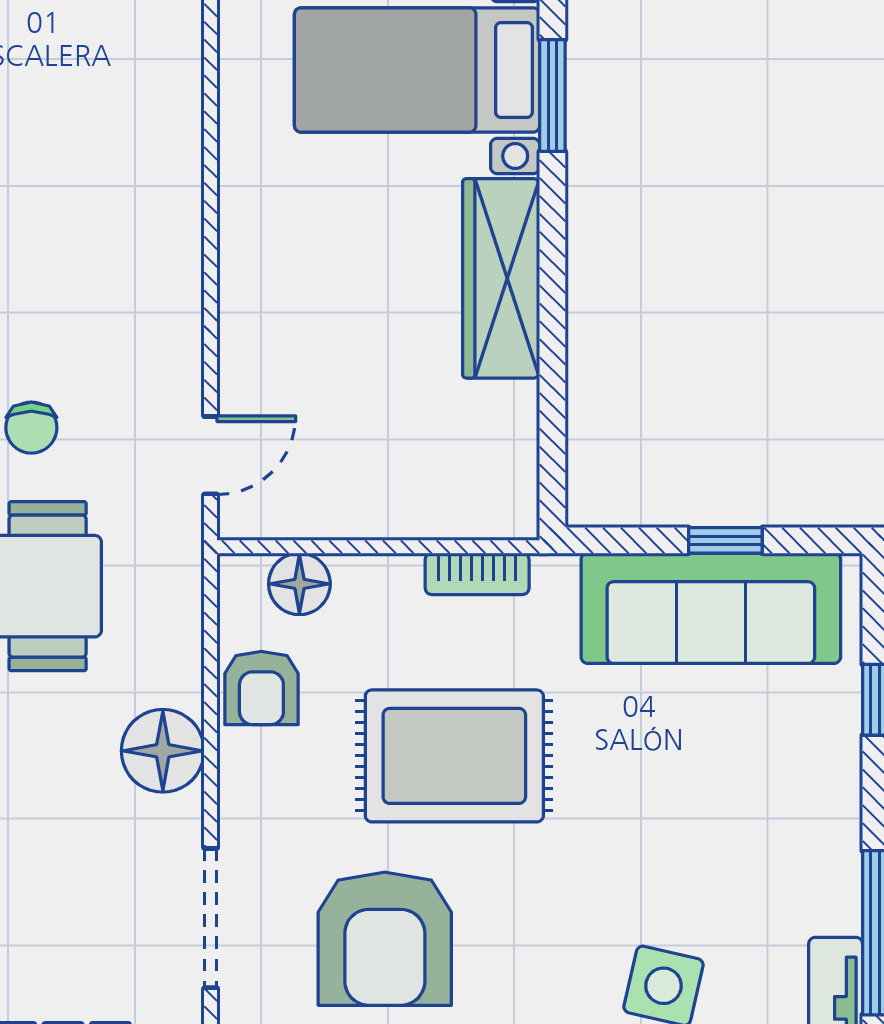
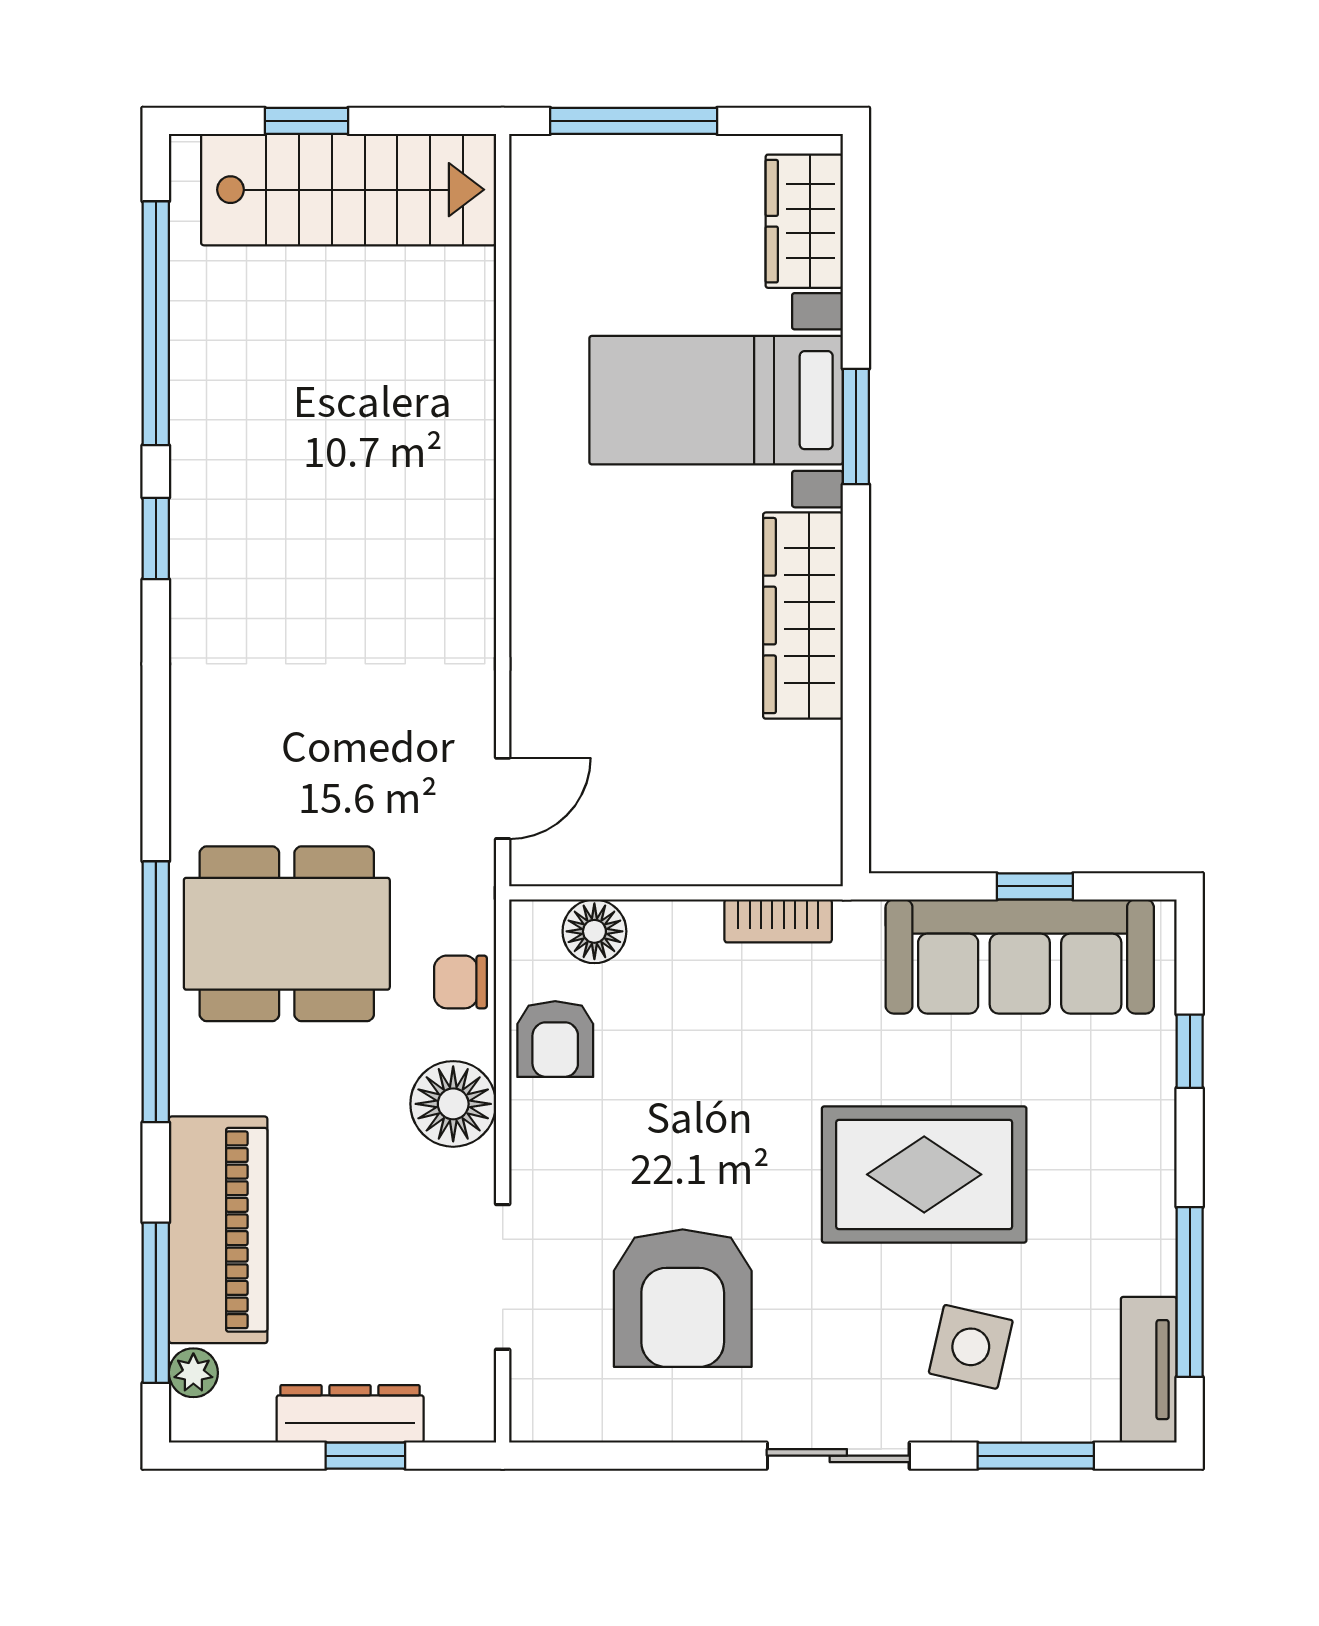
chair: (31, 428) -> (461, 982), moved, turned 90
rug: (454, 756) -> (924, 1174), moved

